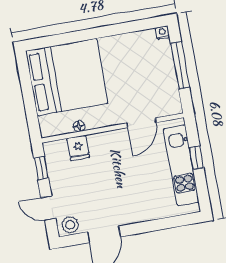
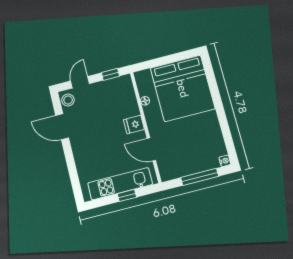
fridge: (78, 148) -> (134, 125), moved

